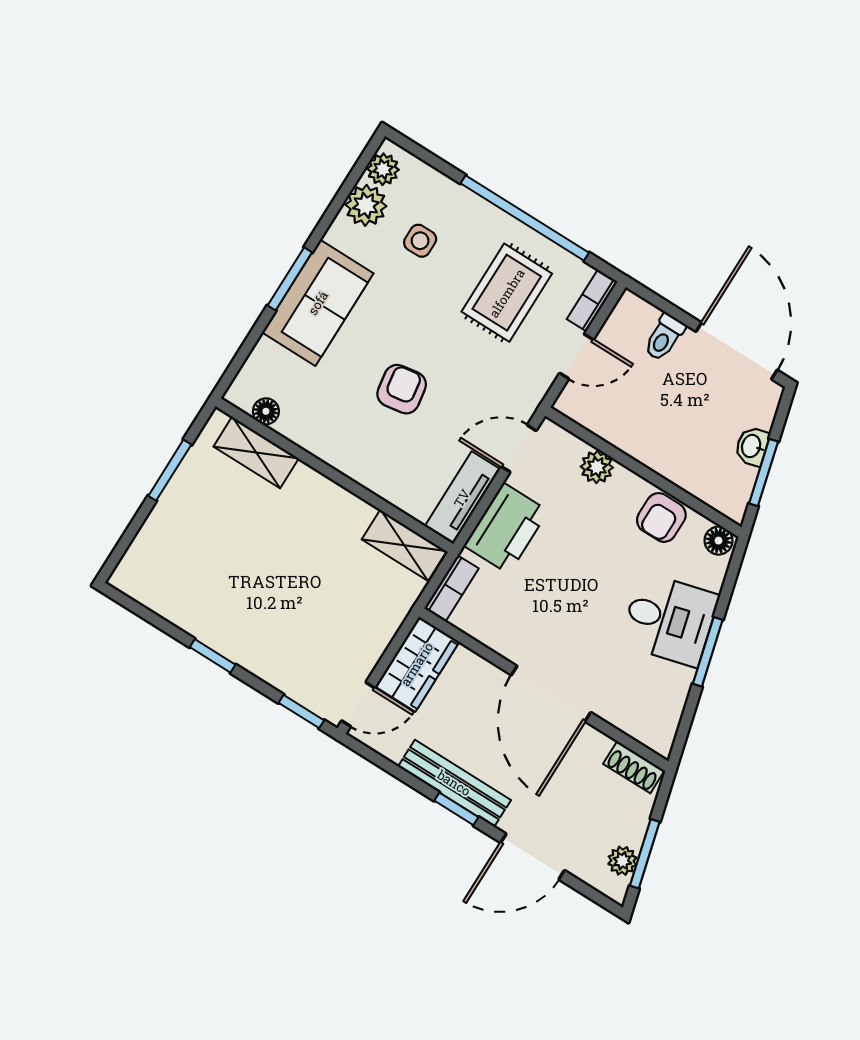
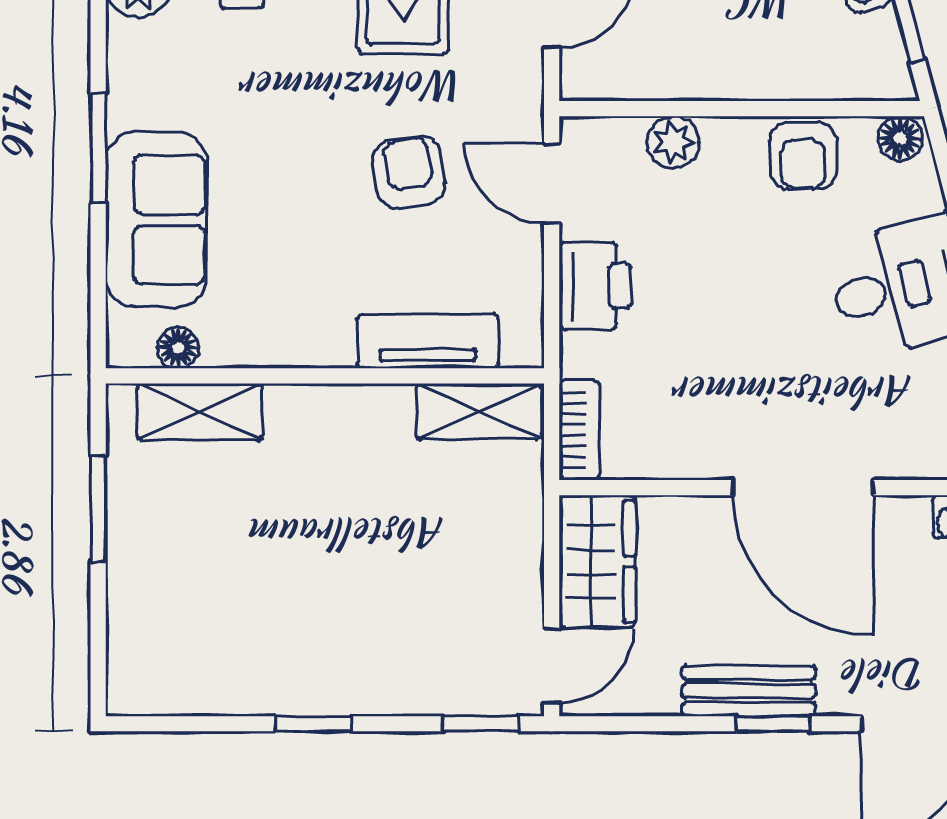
sofa: (318, 303) -> (156, 220), moved
armchair: (402, 389) -> (409, 172), moved
door: (519, 449) -> (552, 183), hinge flipped
tv unit: (462, 498) -> (428, 341), moved, turned 90
printer: (506, 528) -> (595, 286), width x0.73, depth x0.84
bench: (454, 783) -> (749, 691), width x0.73

